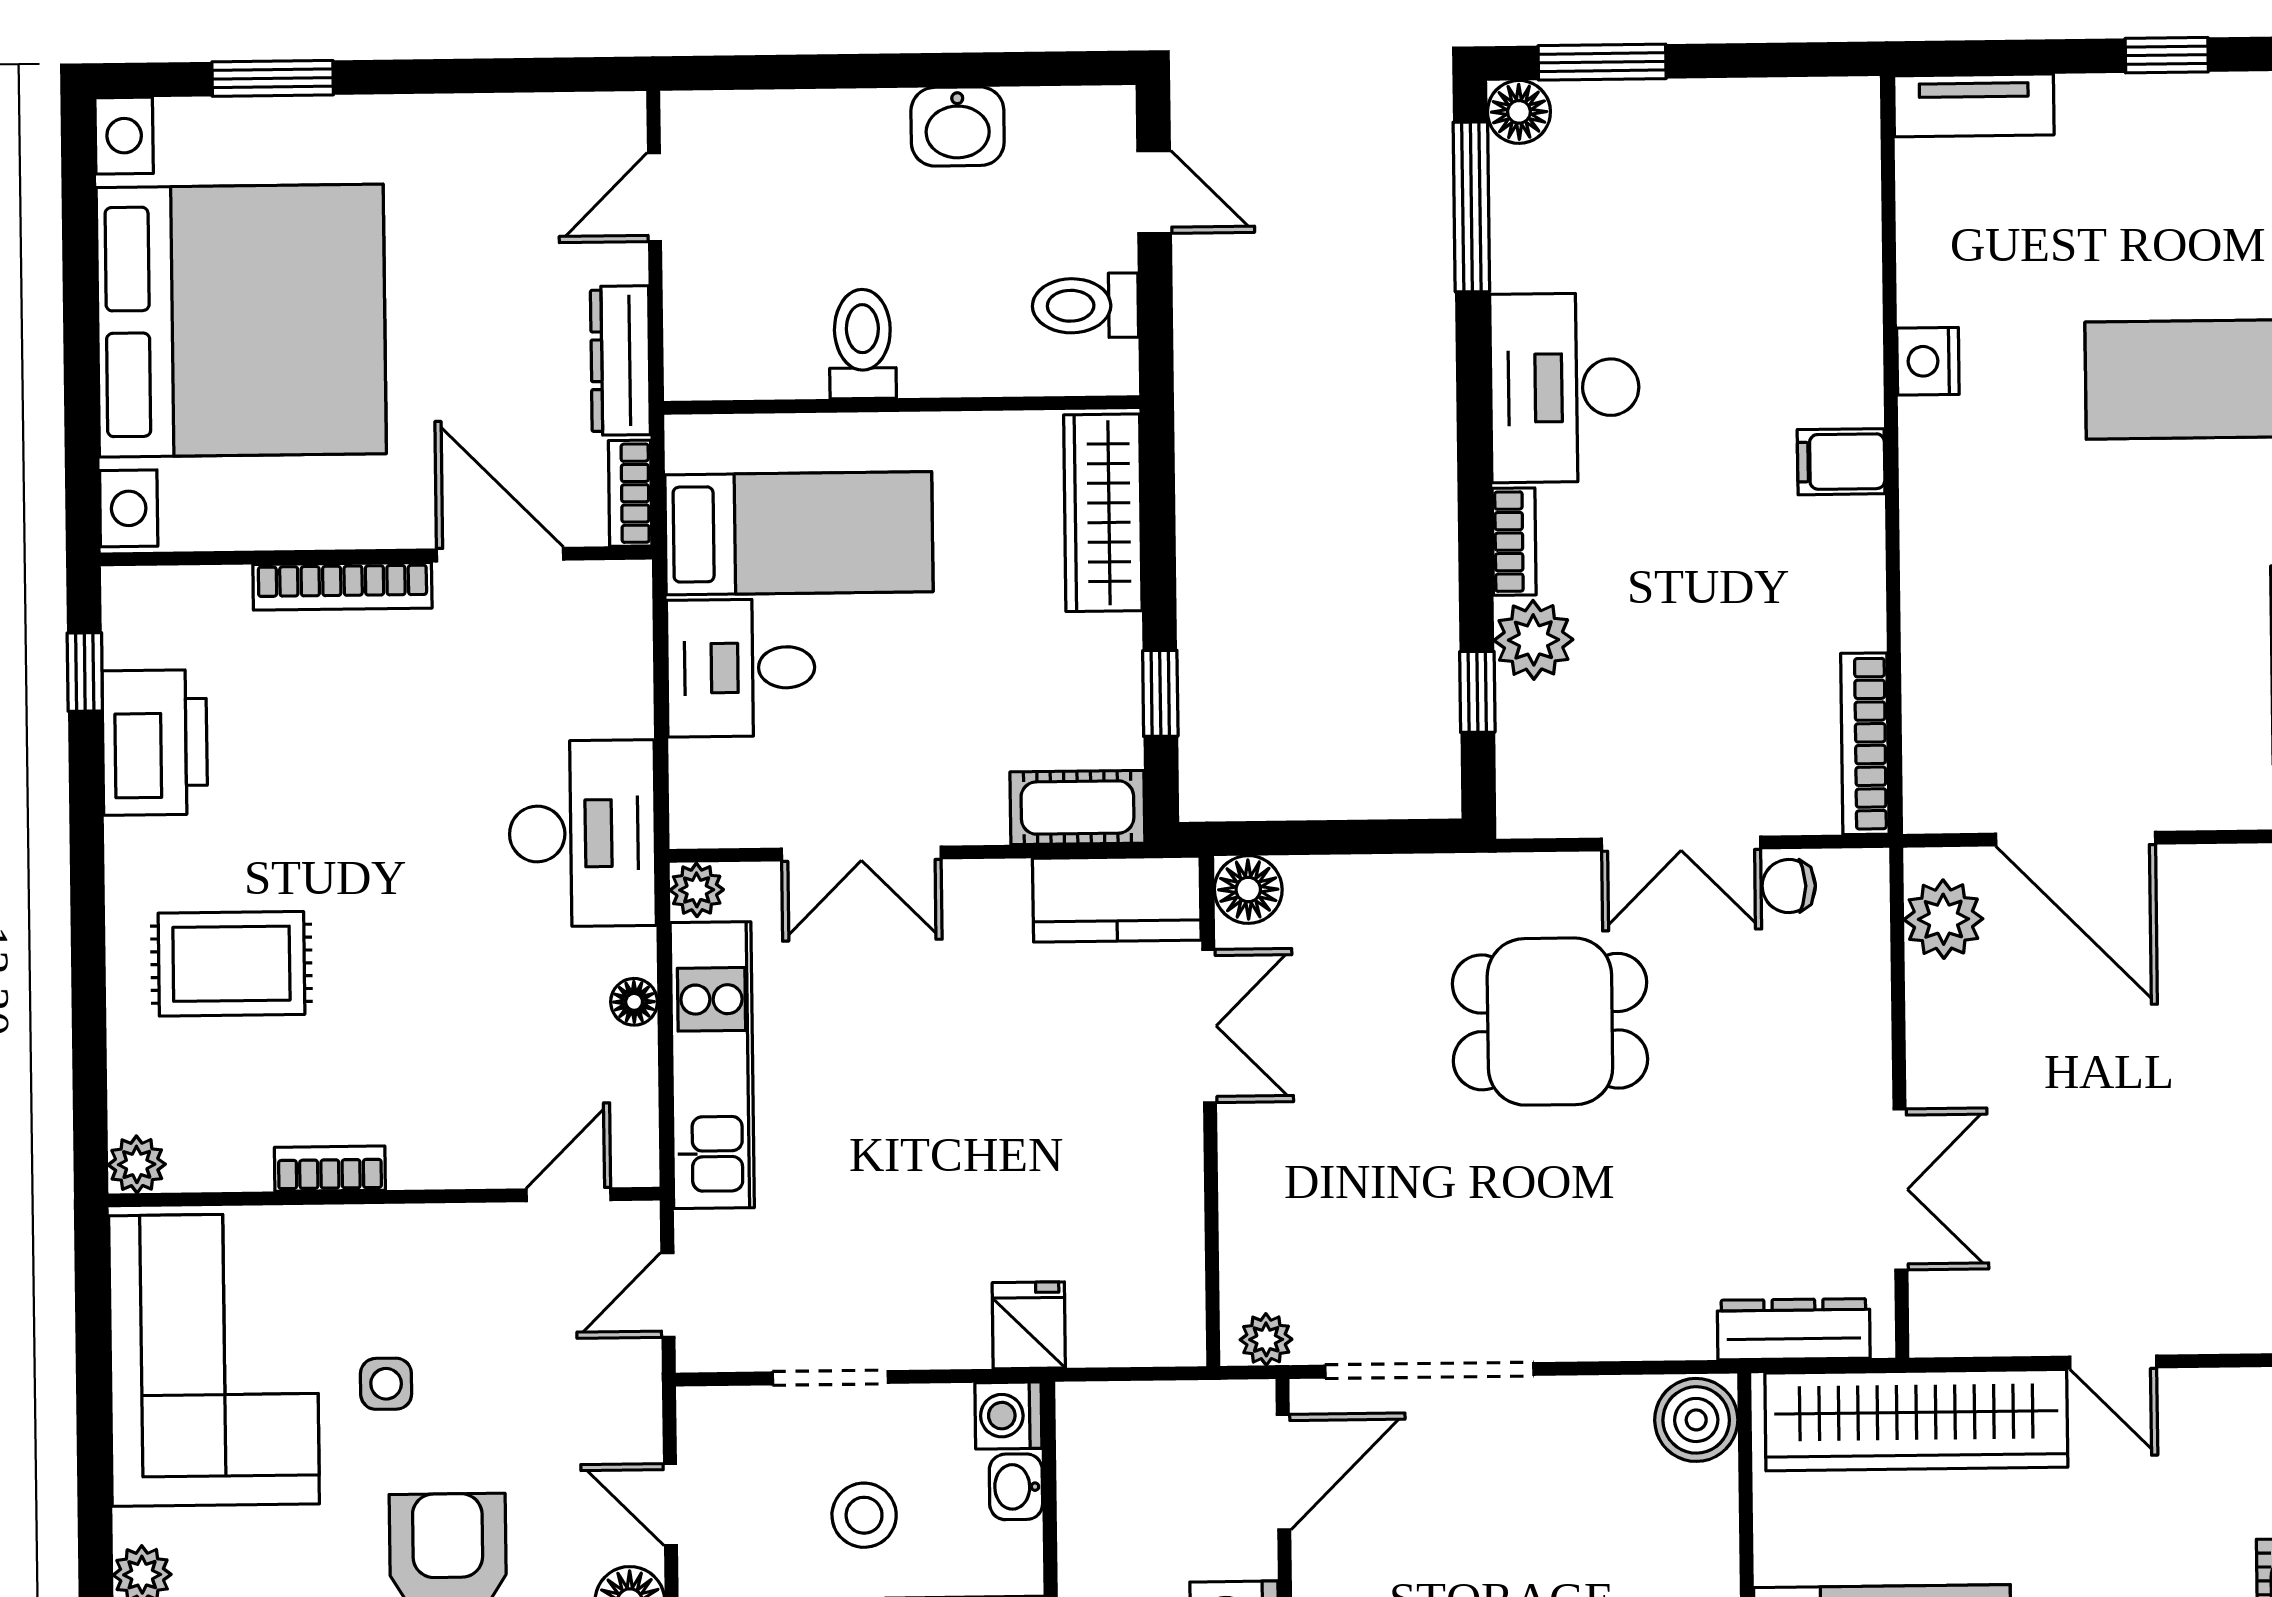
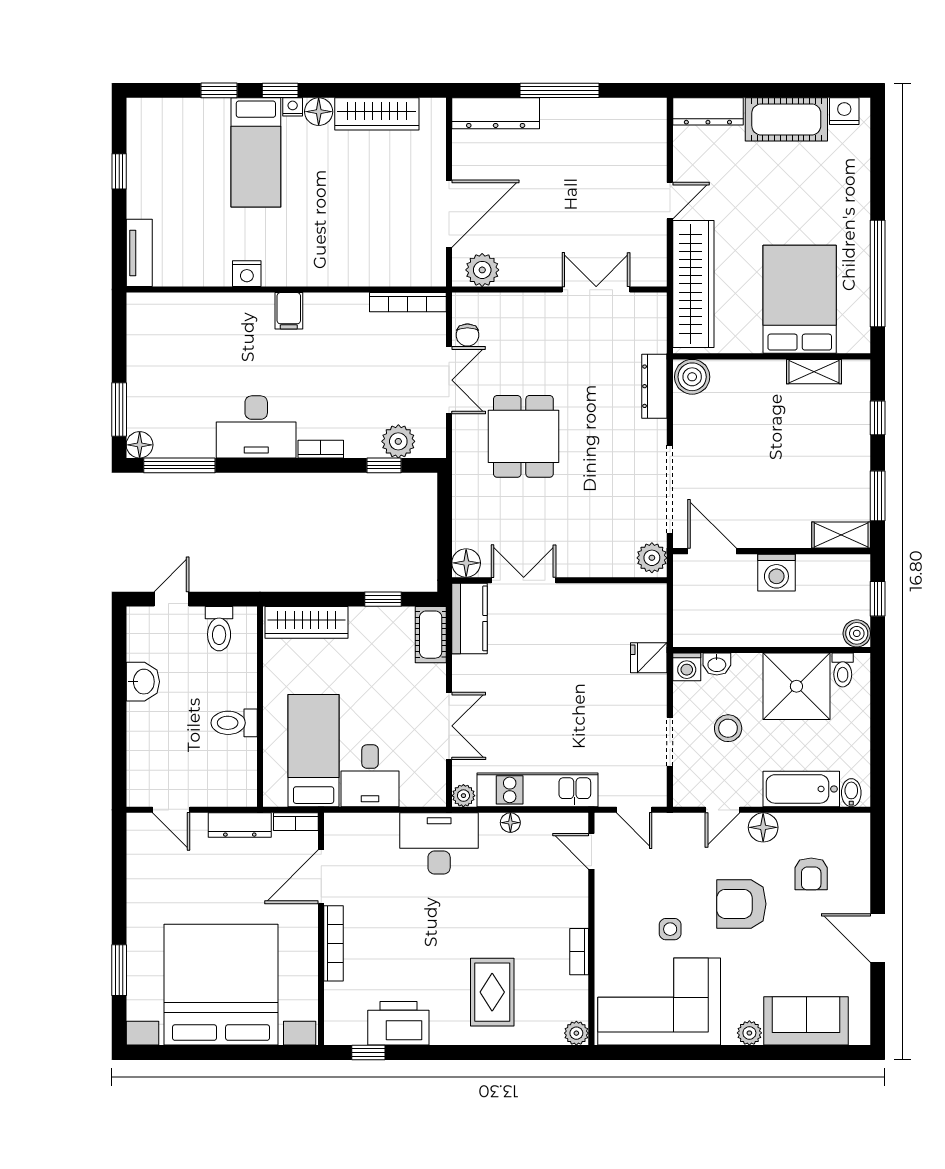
plant: (1533, 640) -> (398, 441), moved
dresser: (1794, 1329) -> (654, 386), moved
plant: (1266, 1339) -> (652, 558), width x1.38, depth x1.38

